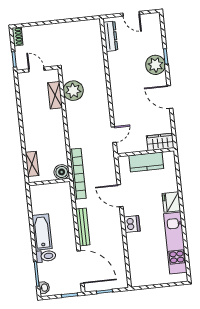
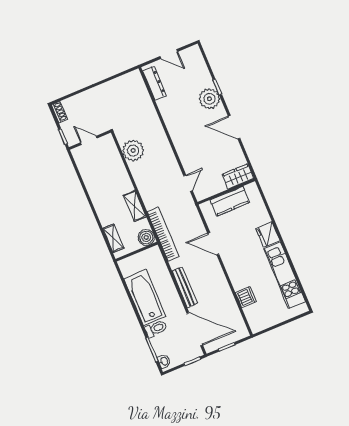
shelving: (55, 95) -> (135, 206), moved
dishwasher: (132, 224) -> (246, 297), moved
bathtub: (42, 232) -> (145, 297), width x1.36, depth x1.36

